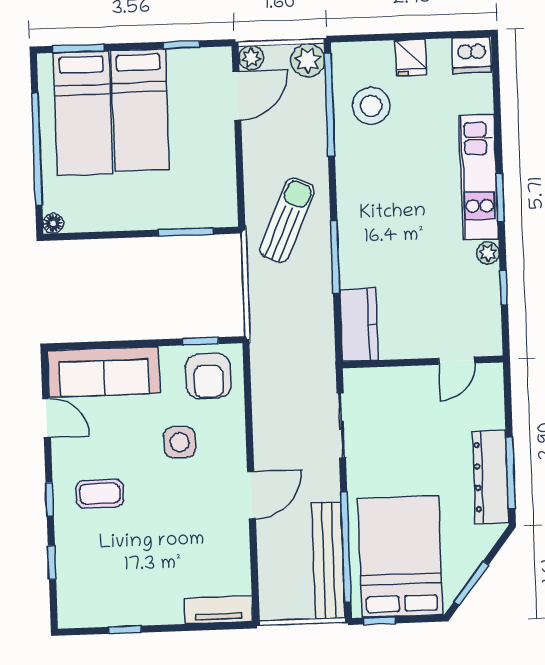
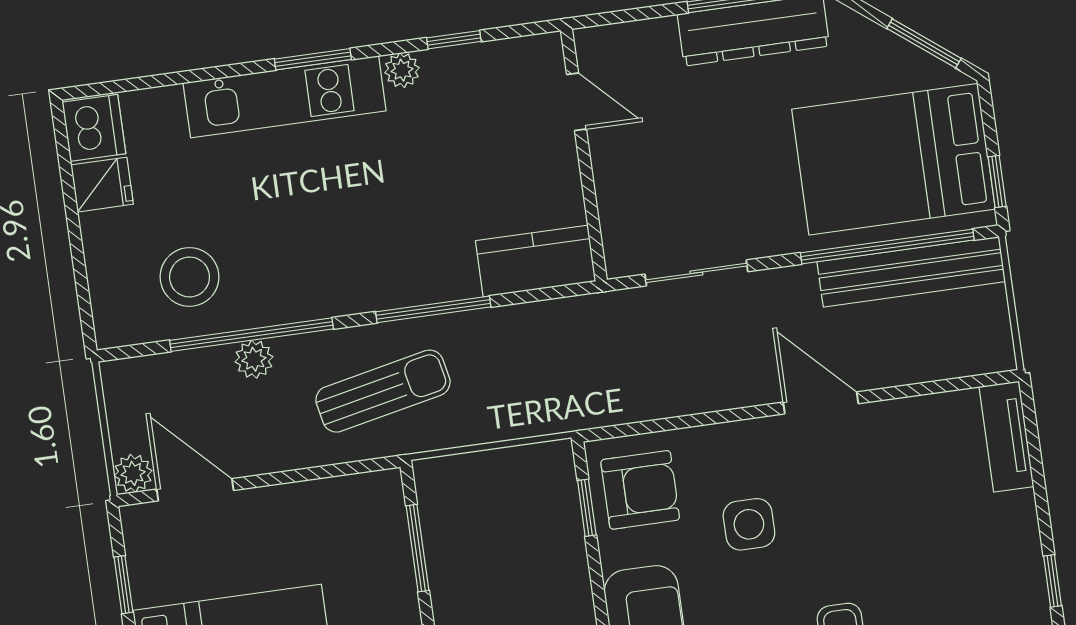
fridge: (411, 58) -> (102, 185), moved
plant: (308, 60) -> (254, 359), moved, width x0.73, depth x0.73
window: (330, 105) -> (251, 335), moved
sun lounger: (287, 220) -> (383, 391), turned 144

